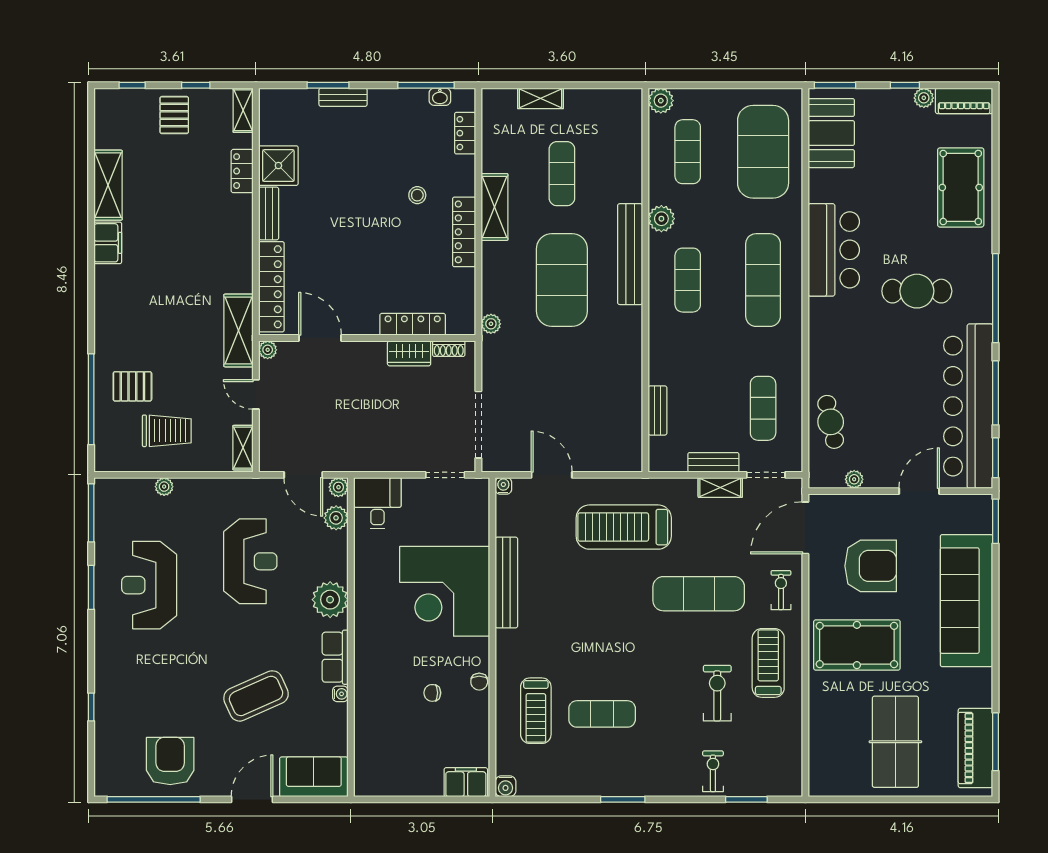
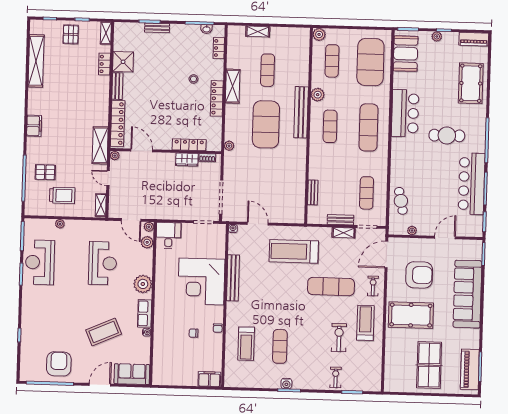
plant: (924, 98) -> (437, 36), moved
shelving: (108, 185) -> (36, 61), width x1.47
filing cabinet: (108, 243) -> (34, 126), moved
bar counter: (968, 406) -> (472, 184), width x0.73
reception desk: (149, 585) -> (40, 262), moved
exercise mat: (602, 714) -> (280, 346), turned 90
water cooler: (506, 786) -> (286, 384), moved

